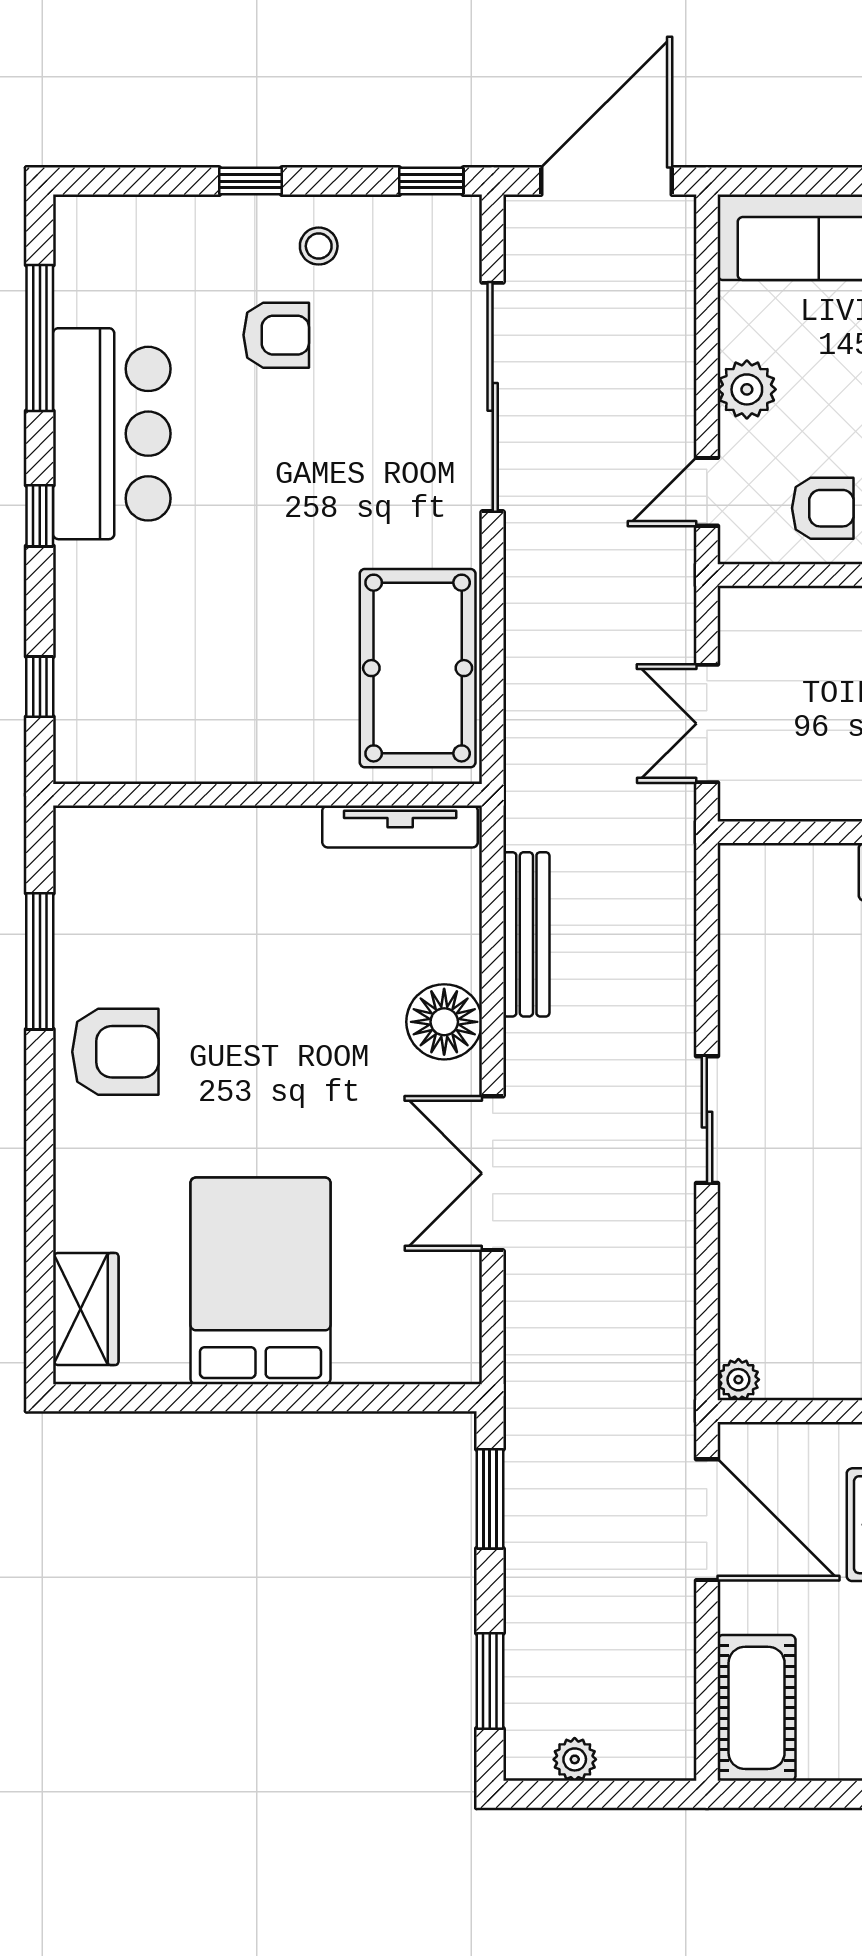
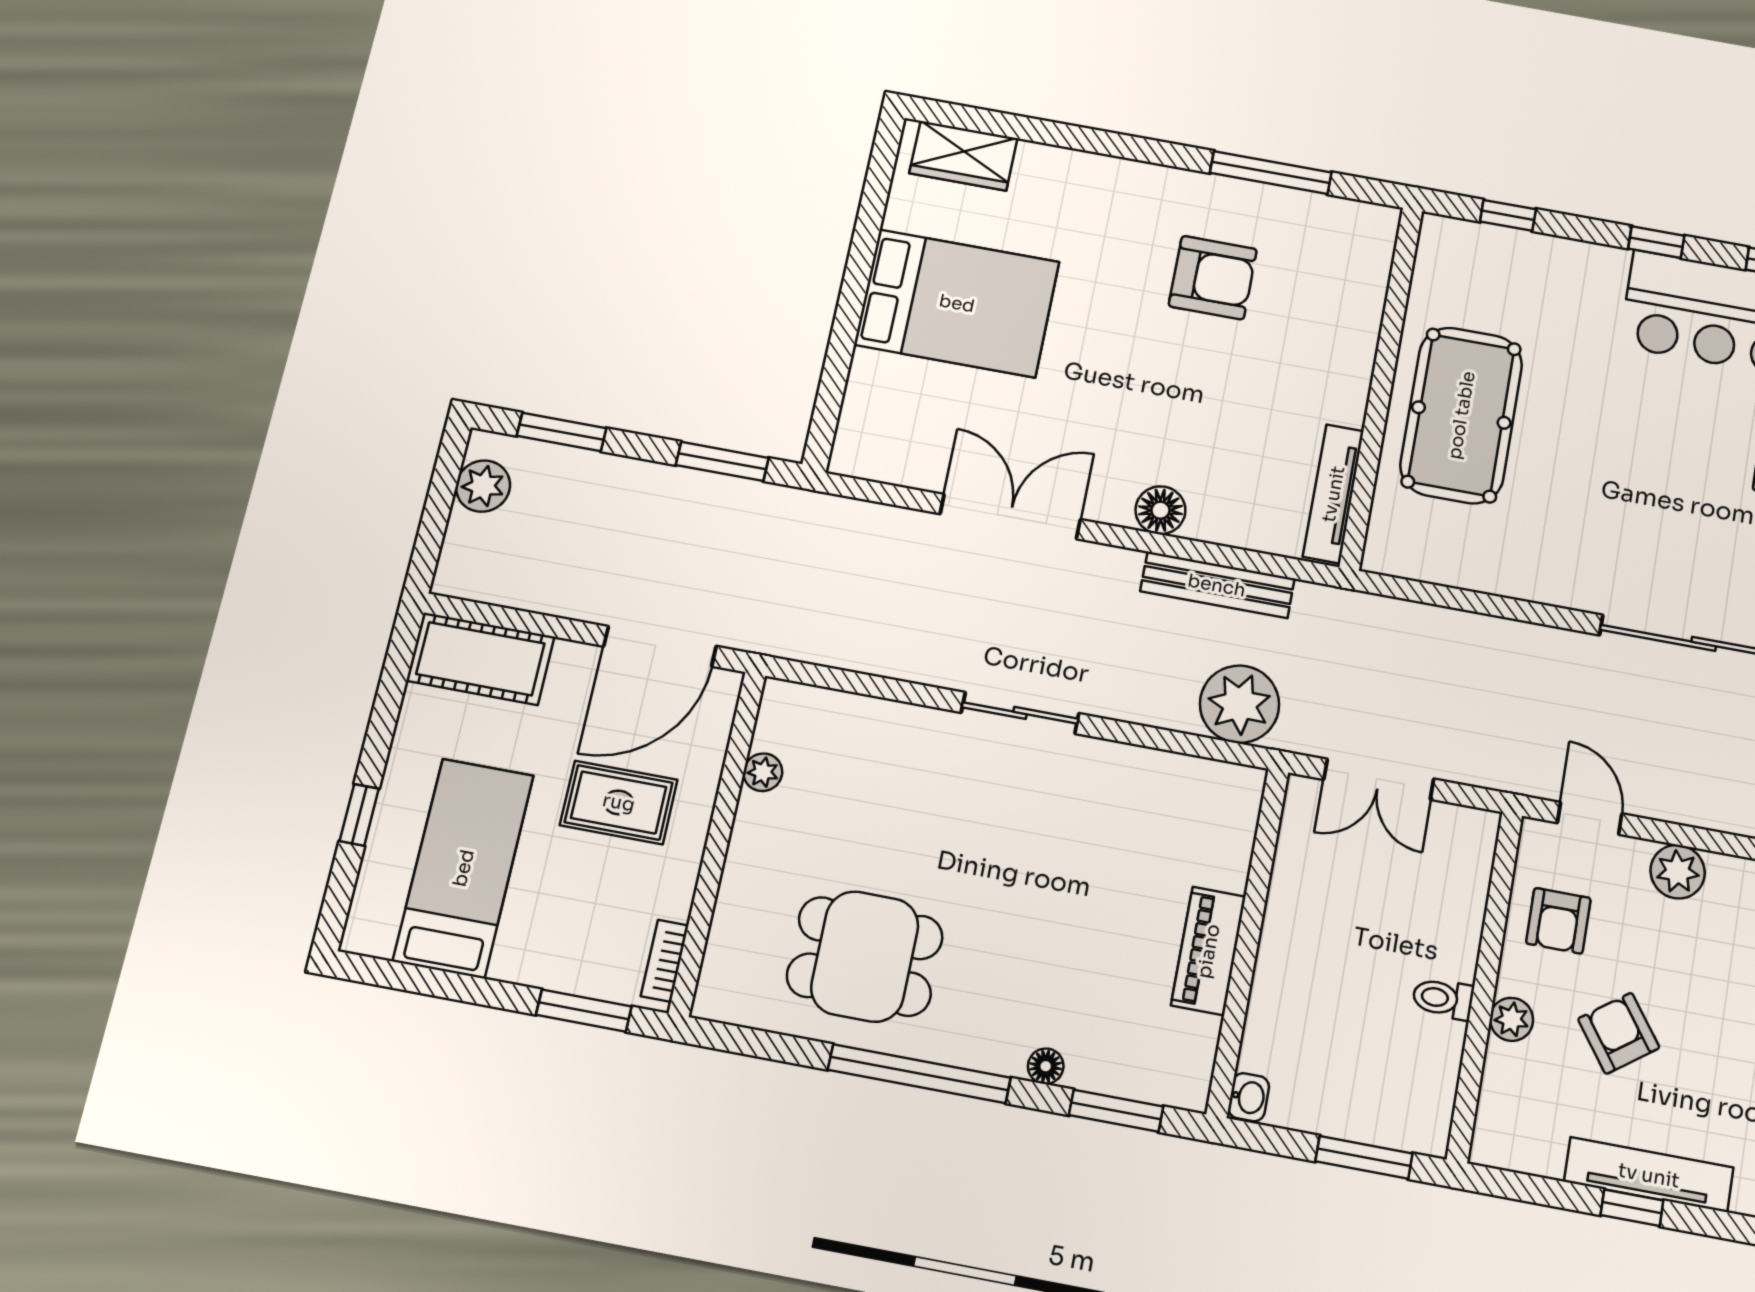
pool table: (418, 668) -> (1461, 415), moved, turned 90
double door: (707, 724) -> (1379, 779), swing flipped
plant: (653, 887) -> (1239, 704), added
floor lamp: (444, 1022) -> (1160, 510), width x0.73, depth x0.73
armchair: (115, 1052) -> (1213, 278), moved, turned -90
plant: (738, 1380) -> (763, 772), moved
plant: (575, 1759) -> (483, 486), width x1.38, depth x1.38

